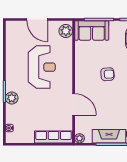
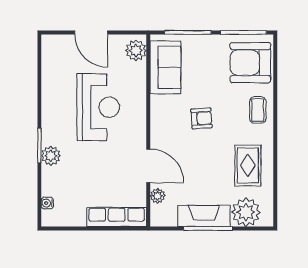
sofa: (92, 31) -> (165, 67), moved, turned -90
plant: (80, 138) -> (158, 196), moved

